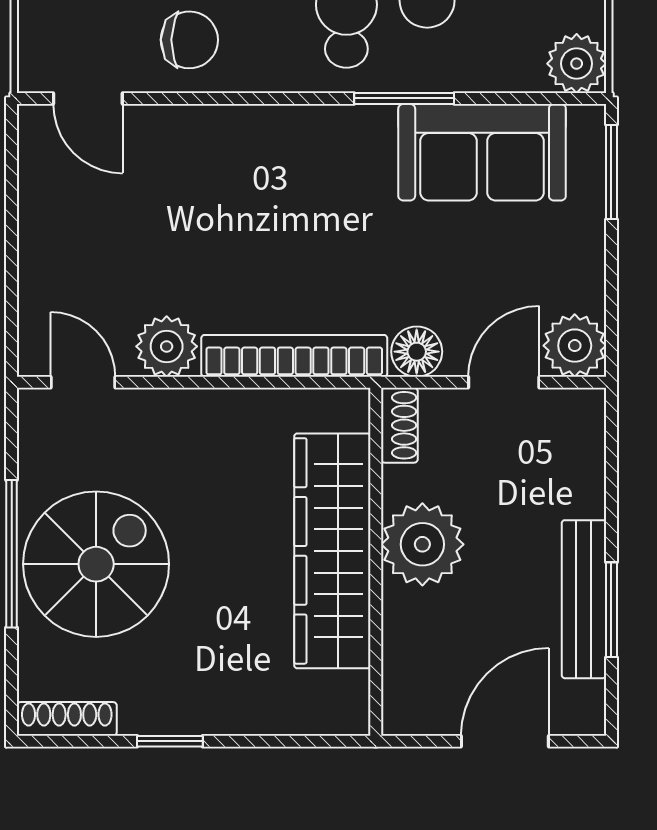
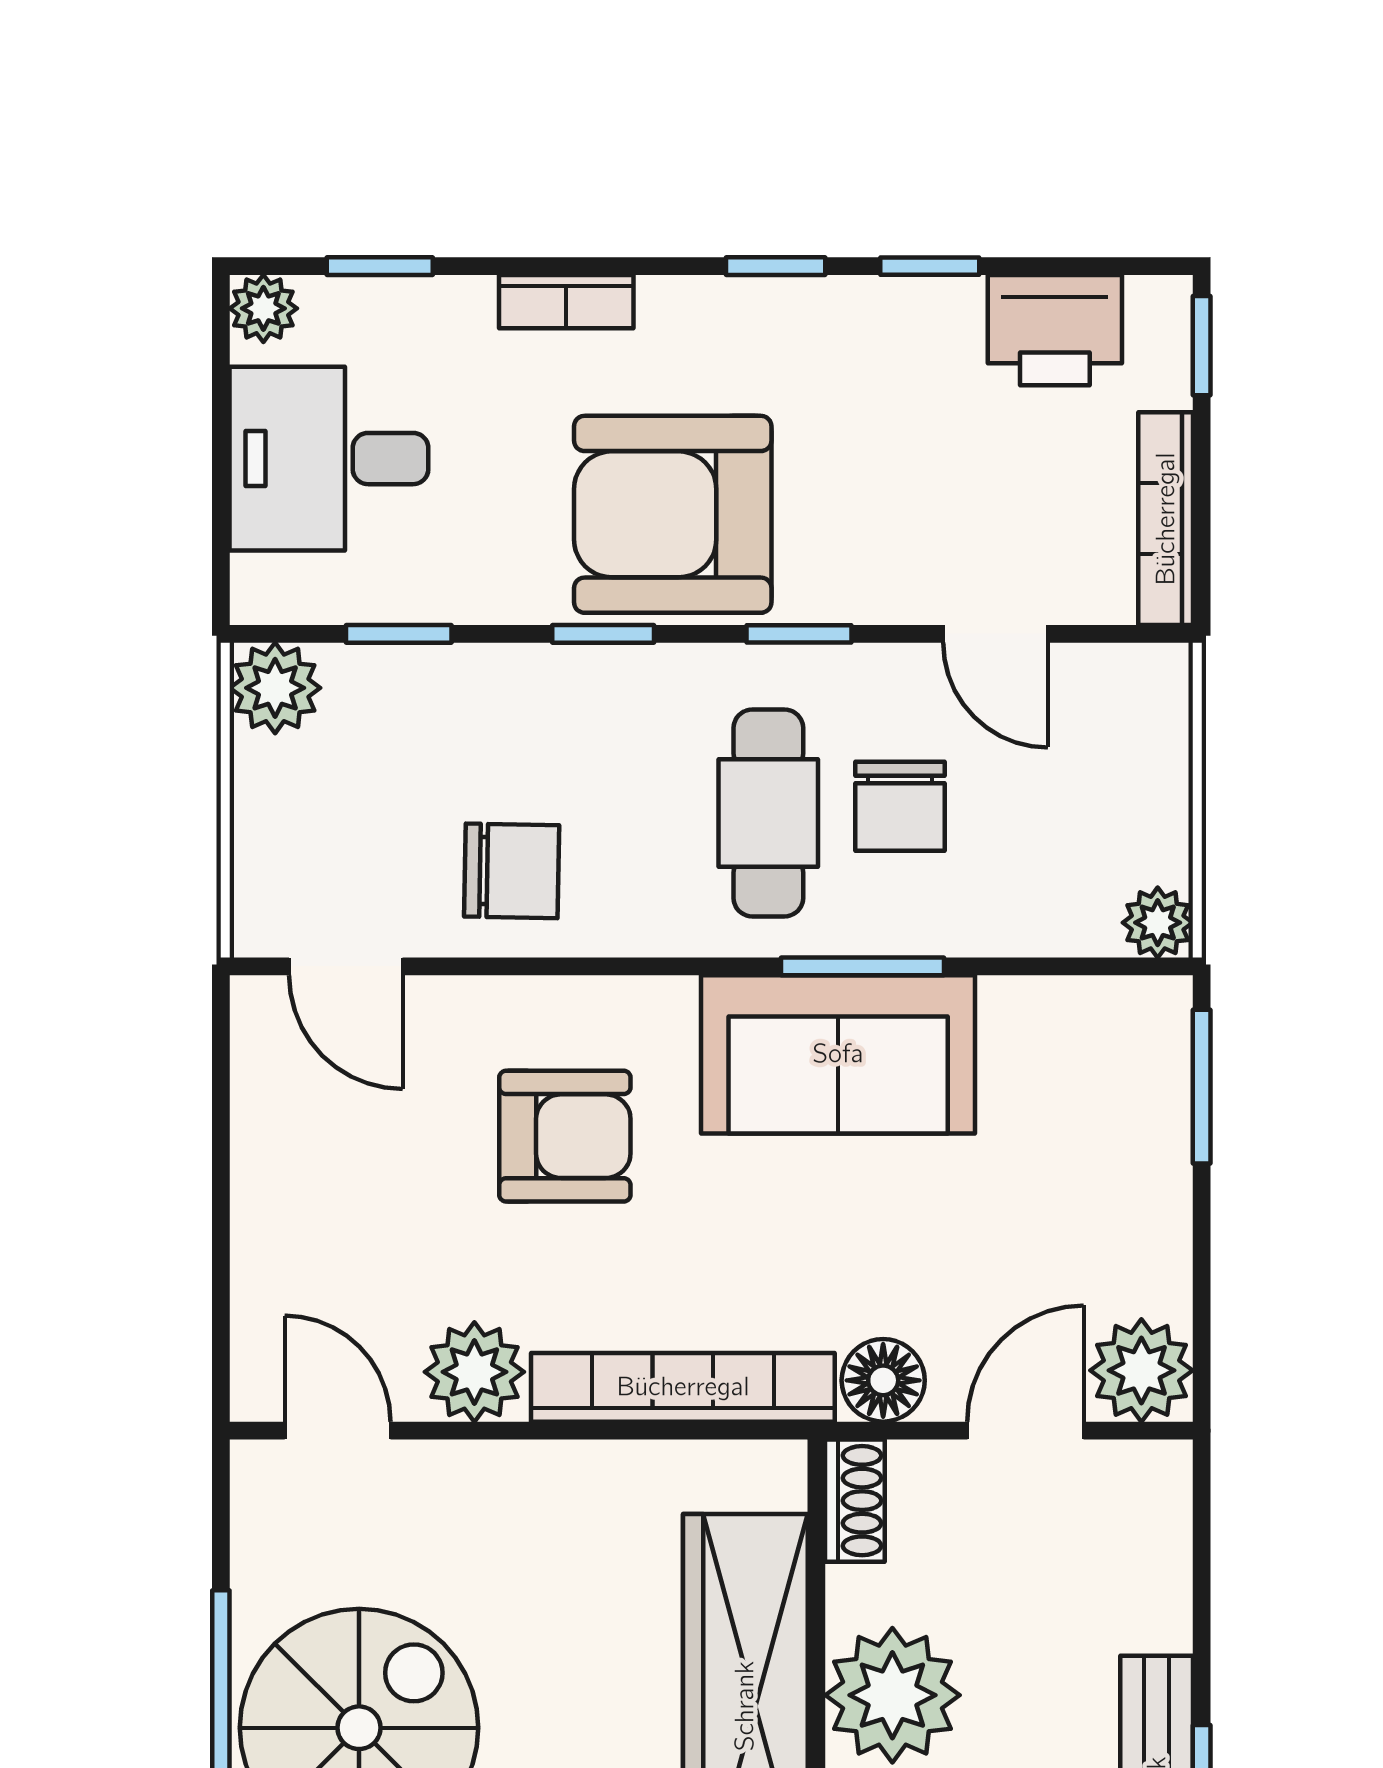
plant: (577, 64) -> (1158, 923), width x0.73, depth x0.73
sofa: (482, 152) -> (838, 1054), moved
armchair: (222, 202) -> (565, 1136), added

